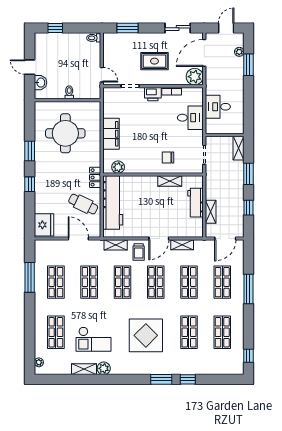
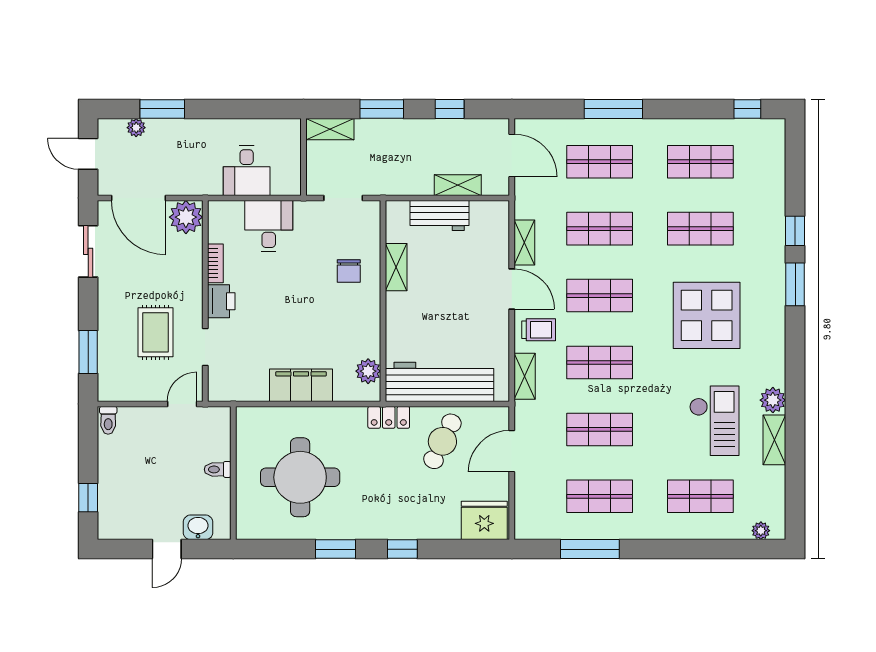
rug: (154, 61) -> (155, 332), moved

